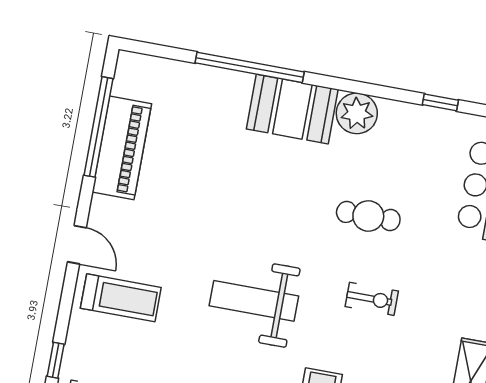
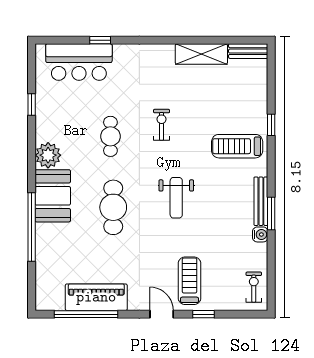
cafe table: (257, 200) -> (113, 207), added
door: (77, 245) -> (162, 314), hinge flipped
weight bench: (254, 301) -> (176, 198), width x0.73, depth x0.75
window: (56, 360) -> (203, 314), moved

